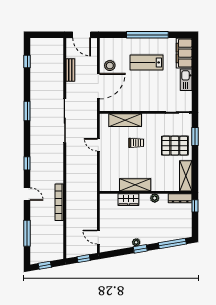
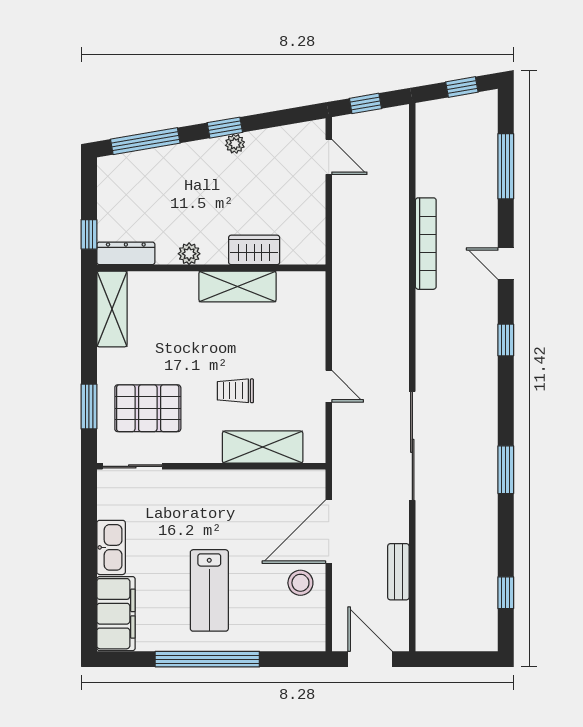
lab bench: (147, 62) -> (209, 590), turned 90
pallet: (175, 146) -> (148, 408), moved

